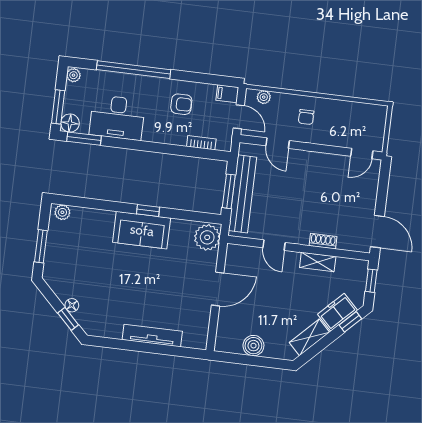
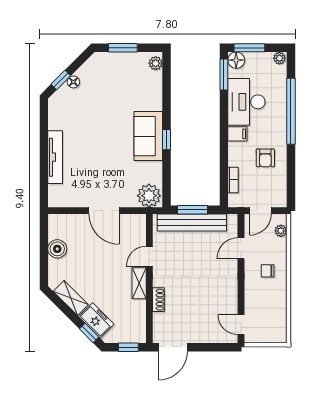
filing cabinet: (227, 94) -> (237, 134), moved, turned 90
shelving: (318, 262) -> (139, 283), moved

